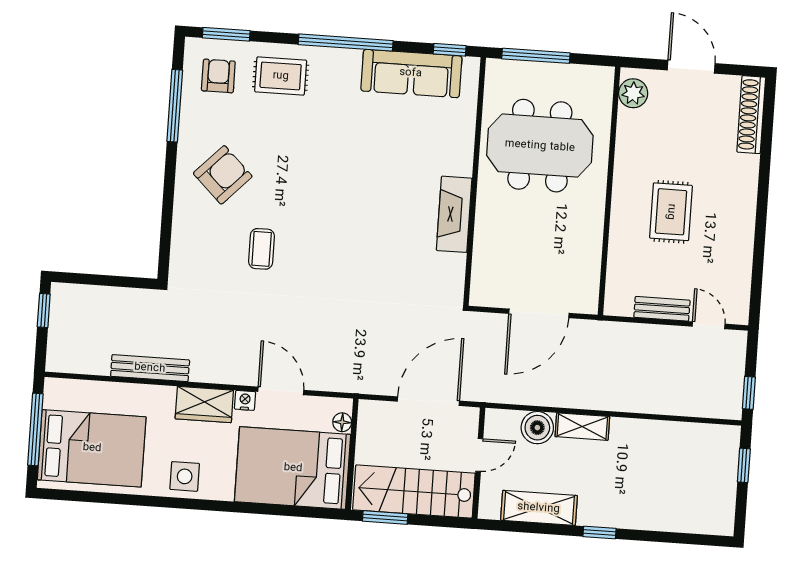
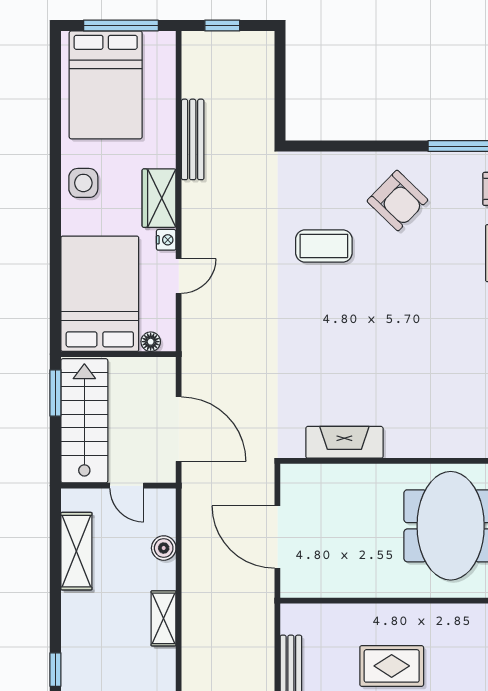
fireplace: (454, 214) -> (344, 442), moved
coffee table: (262, 249) -> (324, 246), width x1.36, depth x1.30
window: (44, 310) -> (222, 26), moved
door: (281, 391) -> (179, 276), width x0.73
shelving: (582, 427) -> (164, 618), moved
boiler: (537, 428) -> (164, 548), width x0.73, depth x0.73
window: (599, 532) -> (55, 670), moved

